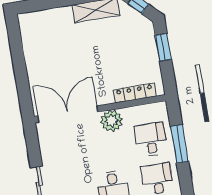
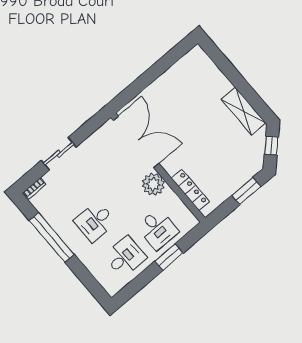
desk: (151, 140) -> (158, 229), turned 90
window: (179, 144) -> (169, 257), width x0.69

